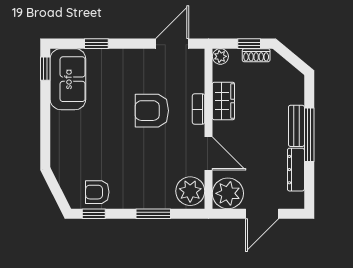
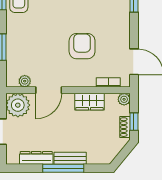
bookcase: (199, 109) -> (108, 82), moved
plant: (190, 191) -> (25, 81), width x0.53, depth x0.53

